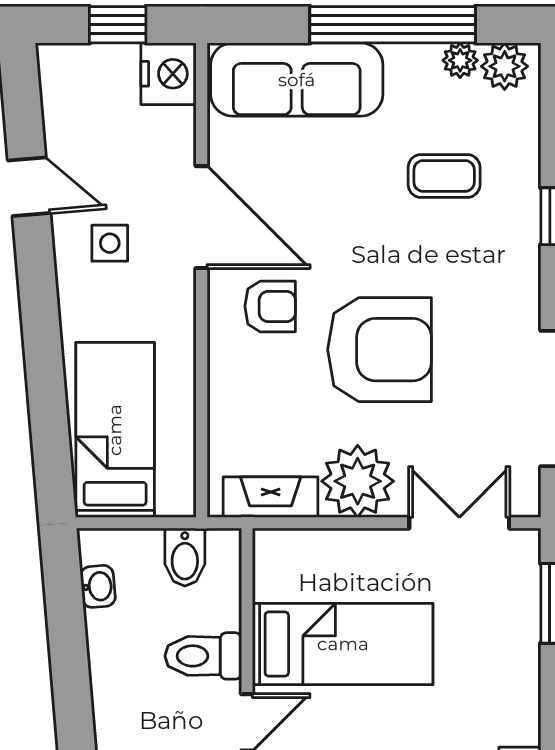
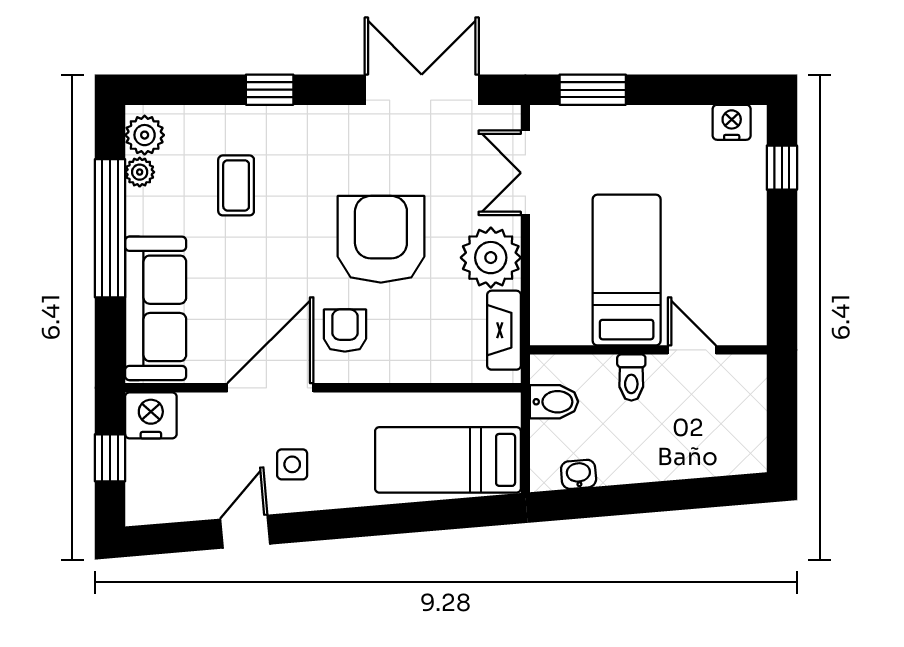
toilet: (203, 656) -> (631, 377), width x0.73, depth x0.72

